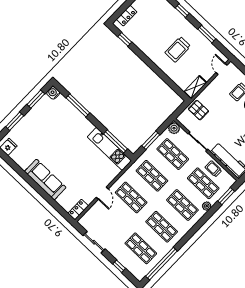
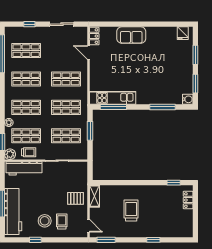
window: (207, 34) -> (106, 240), moved
pallet: (198, 110) -> (76, 198), moved
plant: (174, 128) -> (10, 154), moved
sofa: (45, 179) -> (131, 35), width x0.73
door: (102, 193) -> (88, 52), moved

